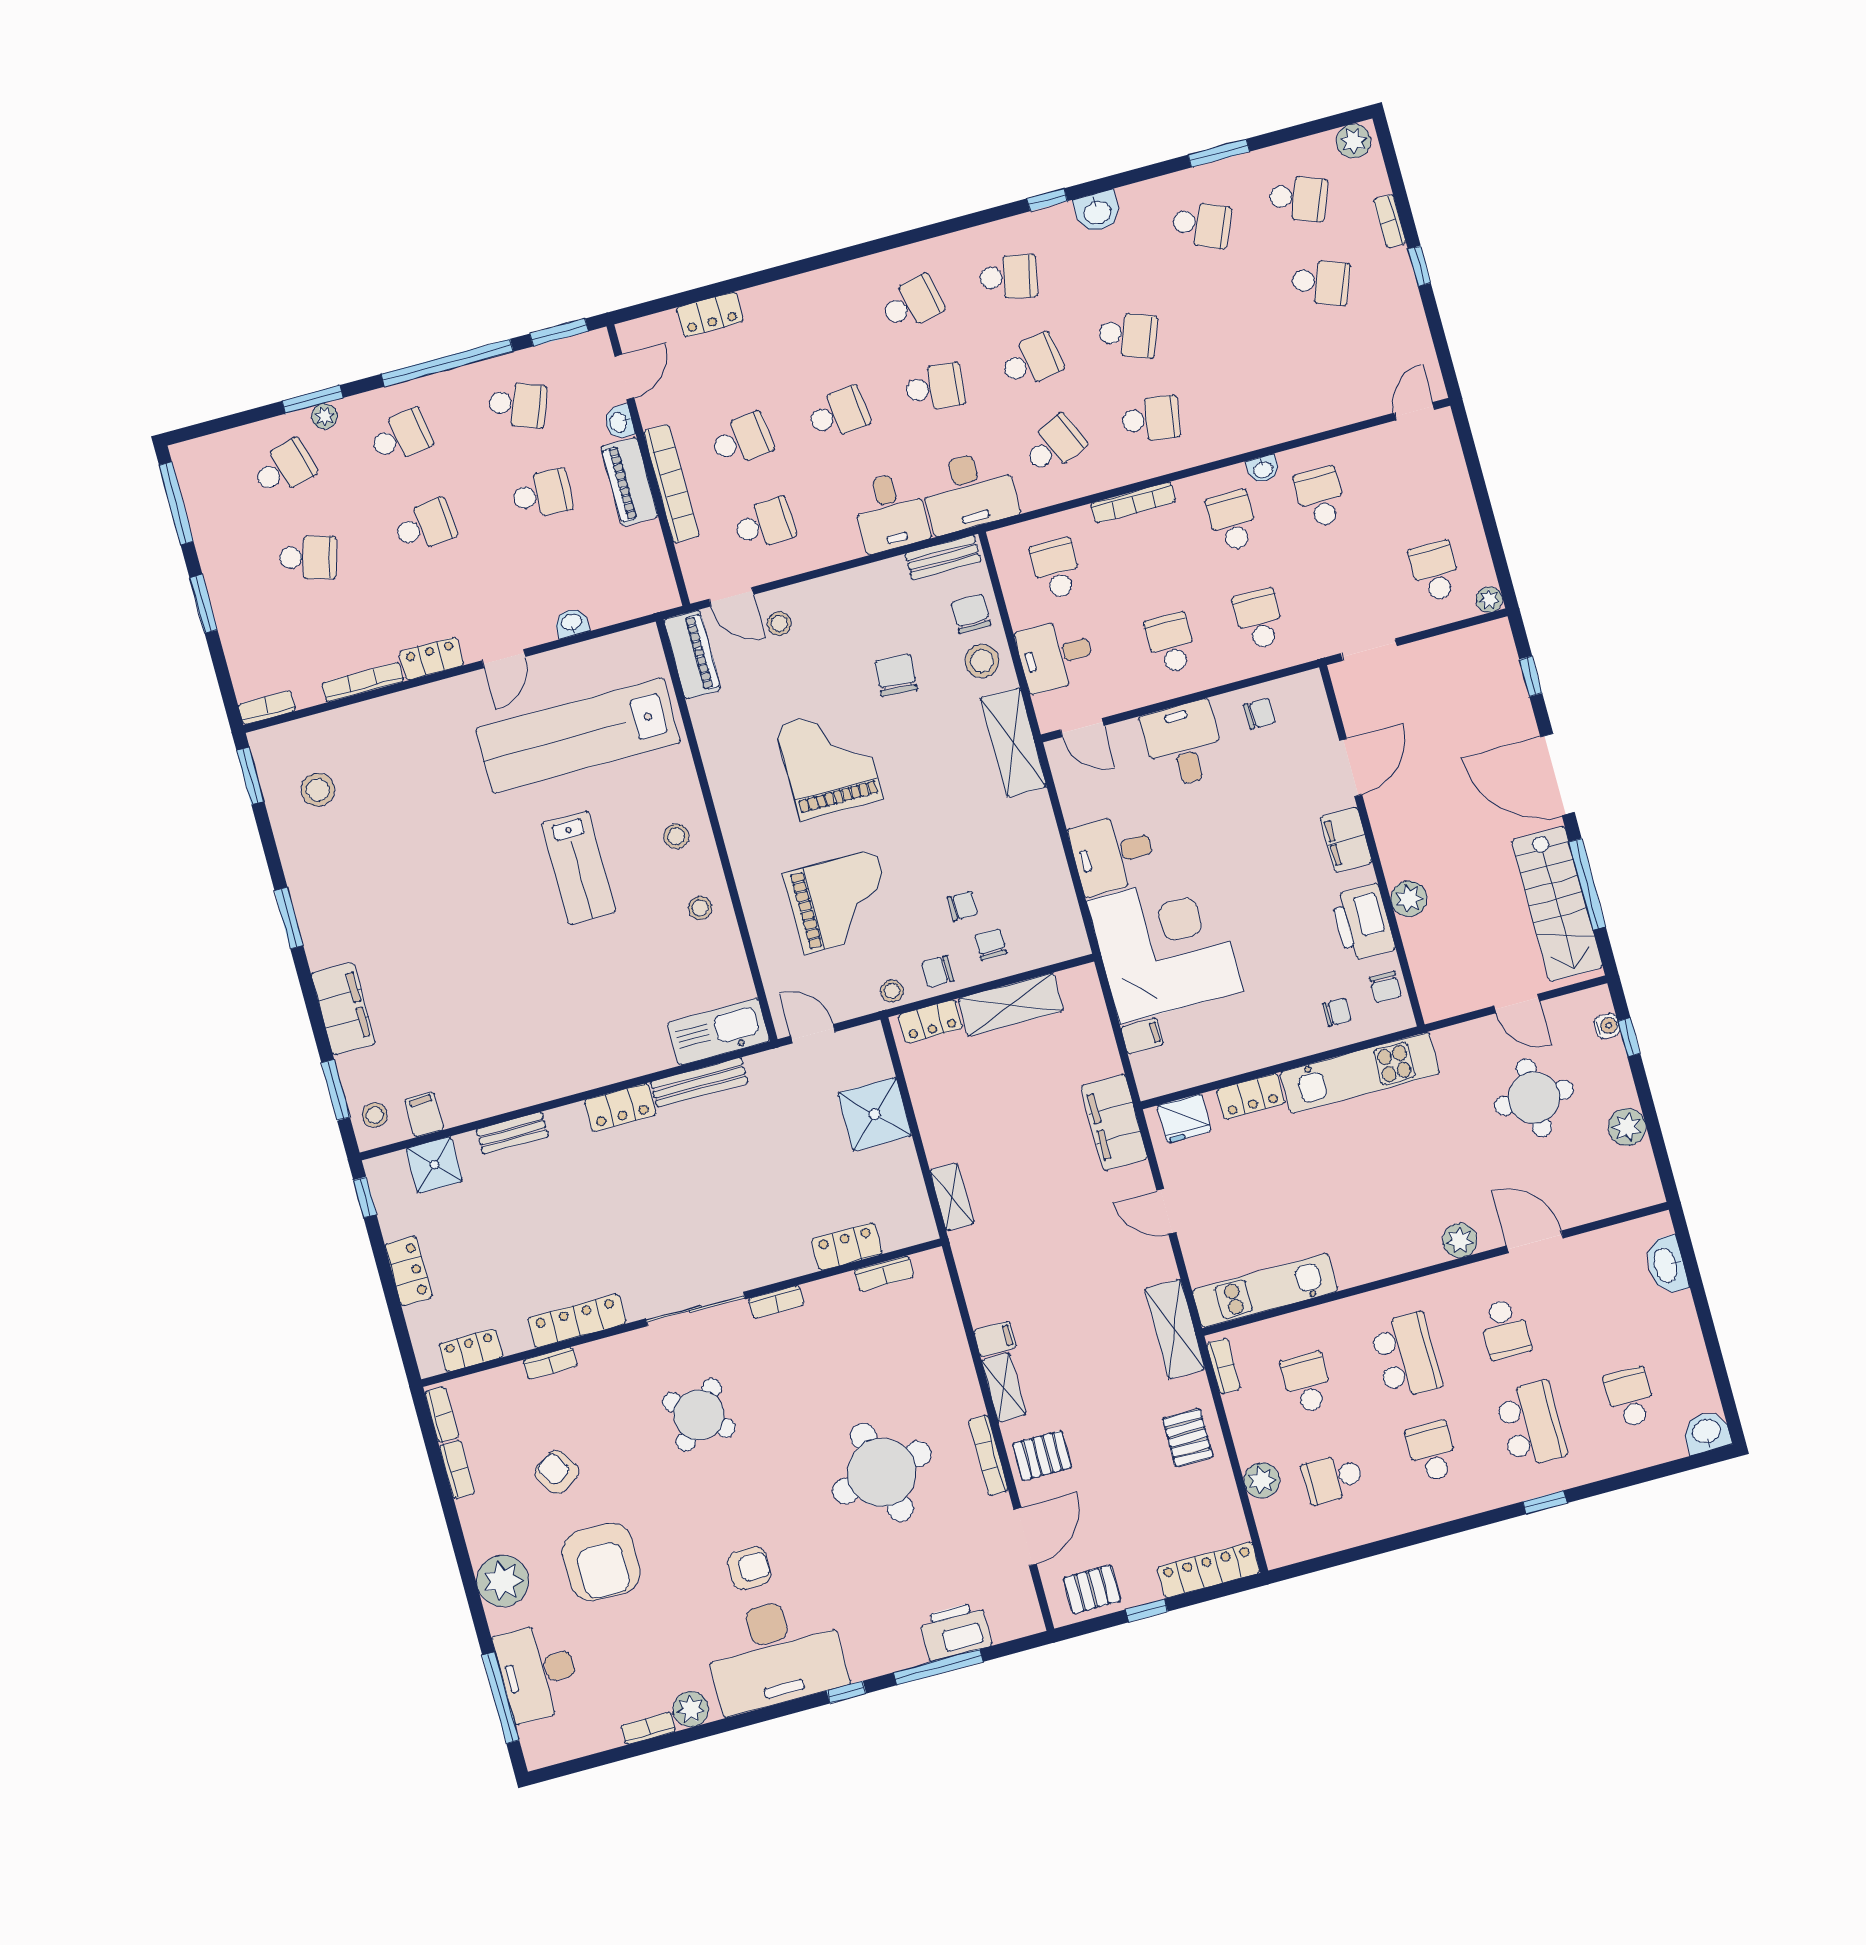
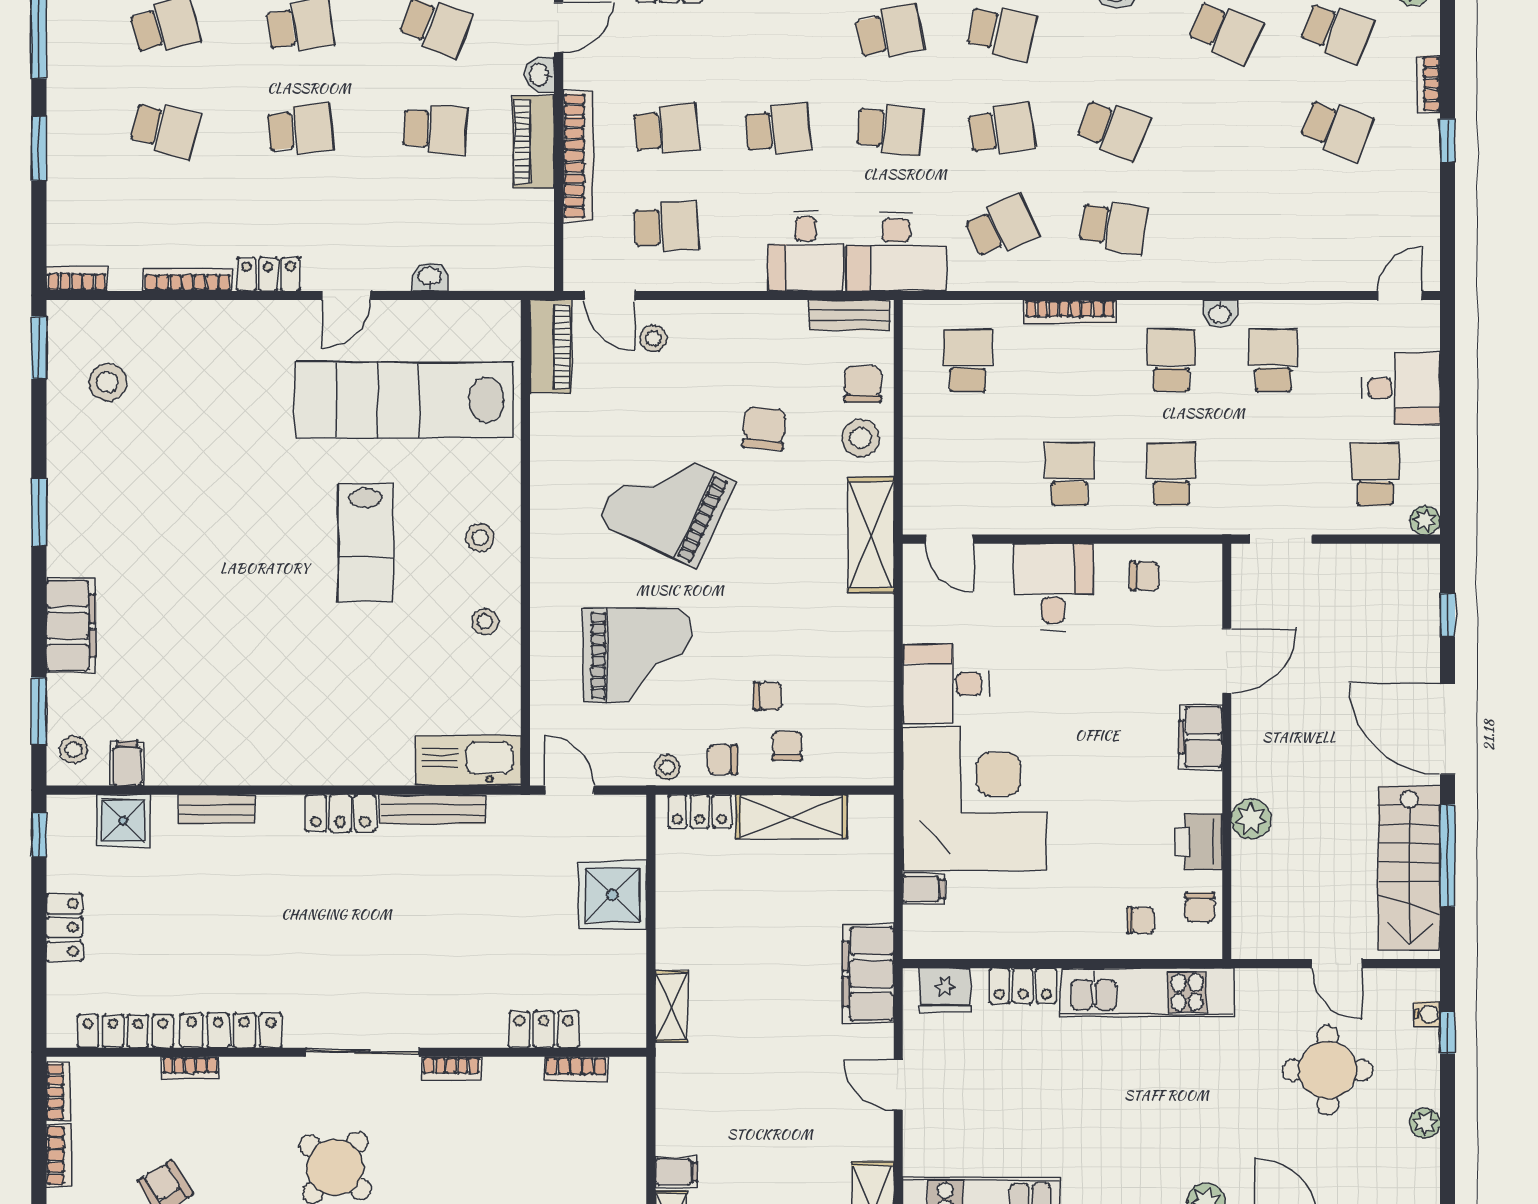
desk: (1056, 655) -> (1401, 388), moved, turned 180
grand piano: (829, 762) -> (666, 502), turned -65
printer: (1363, 922) -> (1199, 842), width x0.73, depth x0.84
plant: (1627, 1127) -> (1425, 1123), width x0.73, depth x0.73
locker: (471, 1350) -> (125, 1031), width x1.53

